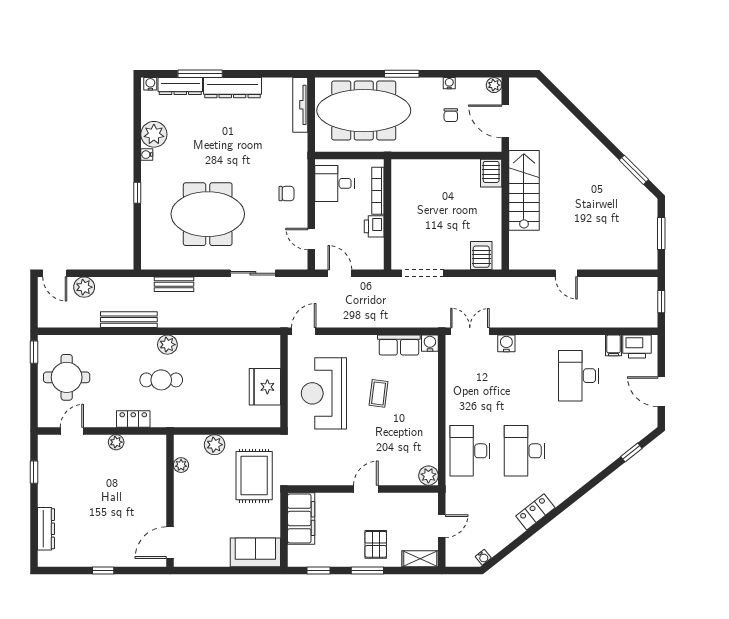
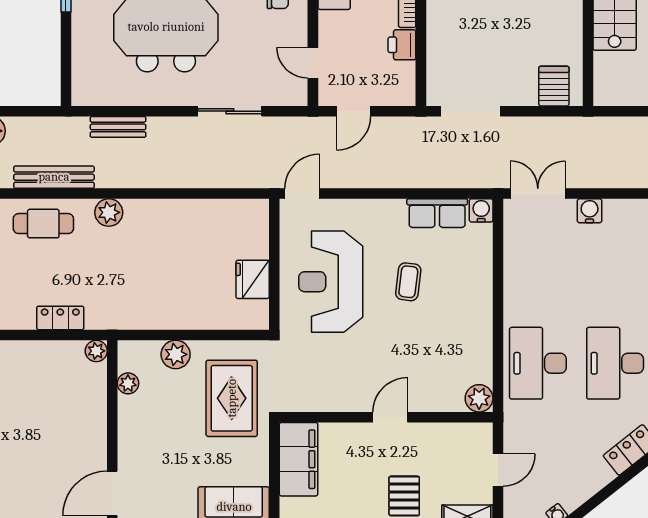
door: (340, 273) -> (353, 111), swing flipped
cafe table: (161, 380) -> (43, 224), moved
fridge: (265, 387) -> (253, 279), width x0.73, depth x0.75
plant: (116, 442) -> (96, 351), moved

